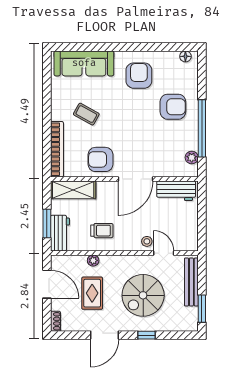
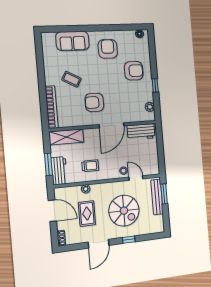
sofa: (84, 63) -> (72, 41), width x0.73
window: (202, 128) -> (155, 85), width x0.32
armchair: (100, 159) -> (94, 102), moved
spiral stairs: (143, 295) -> (124, 211), turned -90
window: (202, 309) -> (164, 194), moved

